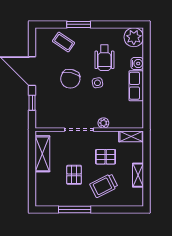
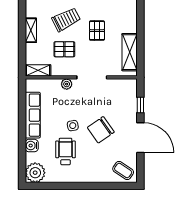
window: (79, 24) -> (92, 186), removed
coffee table: (64, 42) -> (123, 171), moved
chair: (70, 79) -> (101, 130), turned -138
row of seats: (136, 86) -> (33, 115), width x1.48

